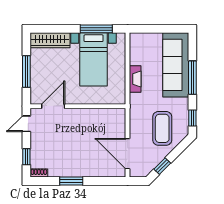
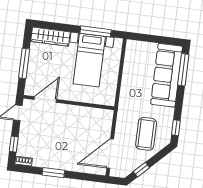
window: (192, 78) -> (183, 70), moved
fireplace: (135, 79) -> (126, 84), removed
door: (128, 154) -> (110, 154), hinge flipped

